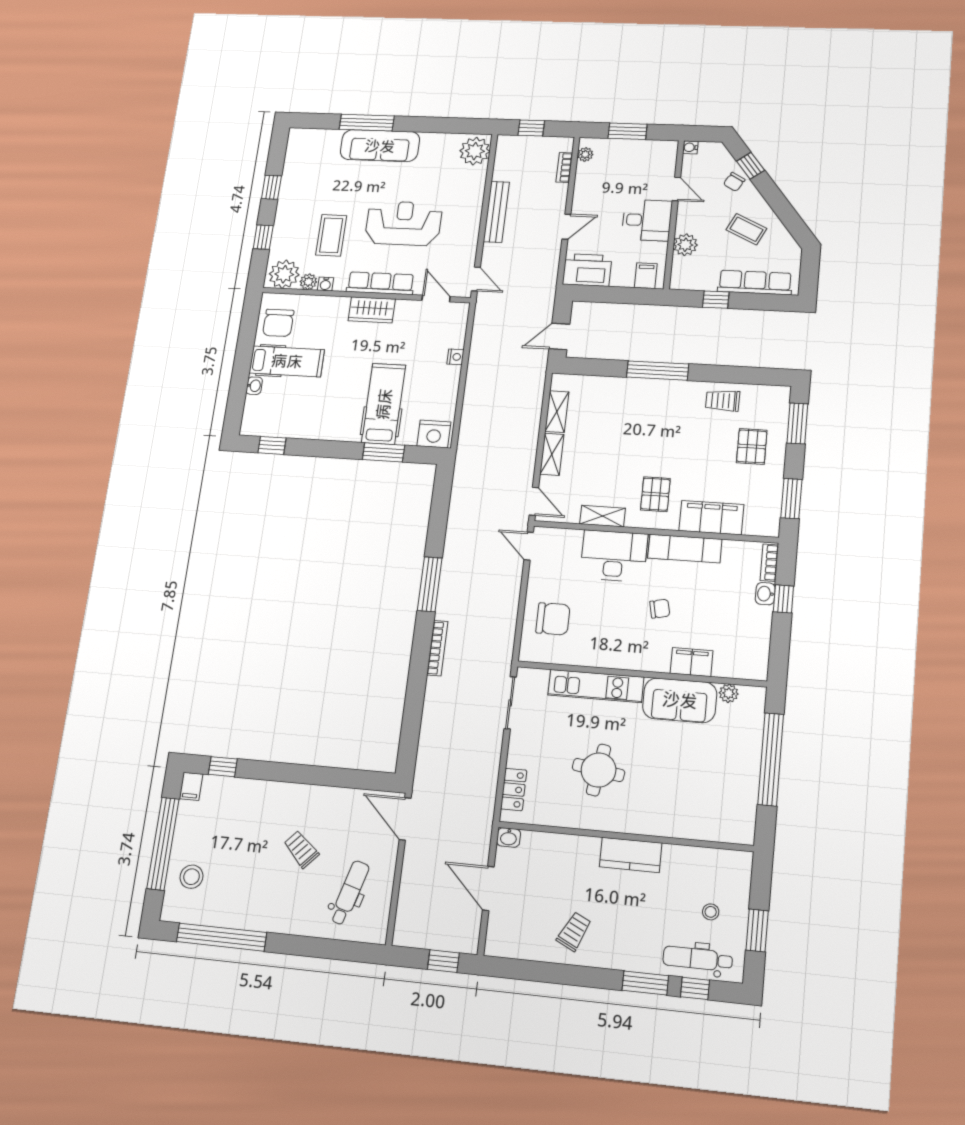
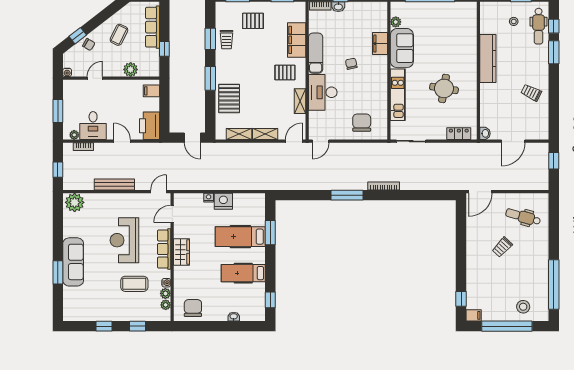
window: (367, 123) -> (58, 272), width x0.69
desk: (647, 220) -> (93, 126), moved, turned 180
plant: (284, 274) -> (166, 305), width x0.53, depth x0.53
chair: (278, 323) -> (193, 308), turned -90
hospital bed: (287, 361) -> (243, 273), moved, turned -90
window: (658, 371) -> (210, 78), width x0.69
window: (726, 374) -> (210, 39), added
pallet: (620, 399) -> (229, 98), added
nightstand: (434, 434) -> (223, 201), moved, turned -90
kitchen counter: (631, 855) -> (488, 58), width x1.50

